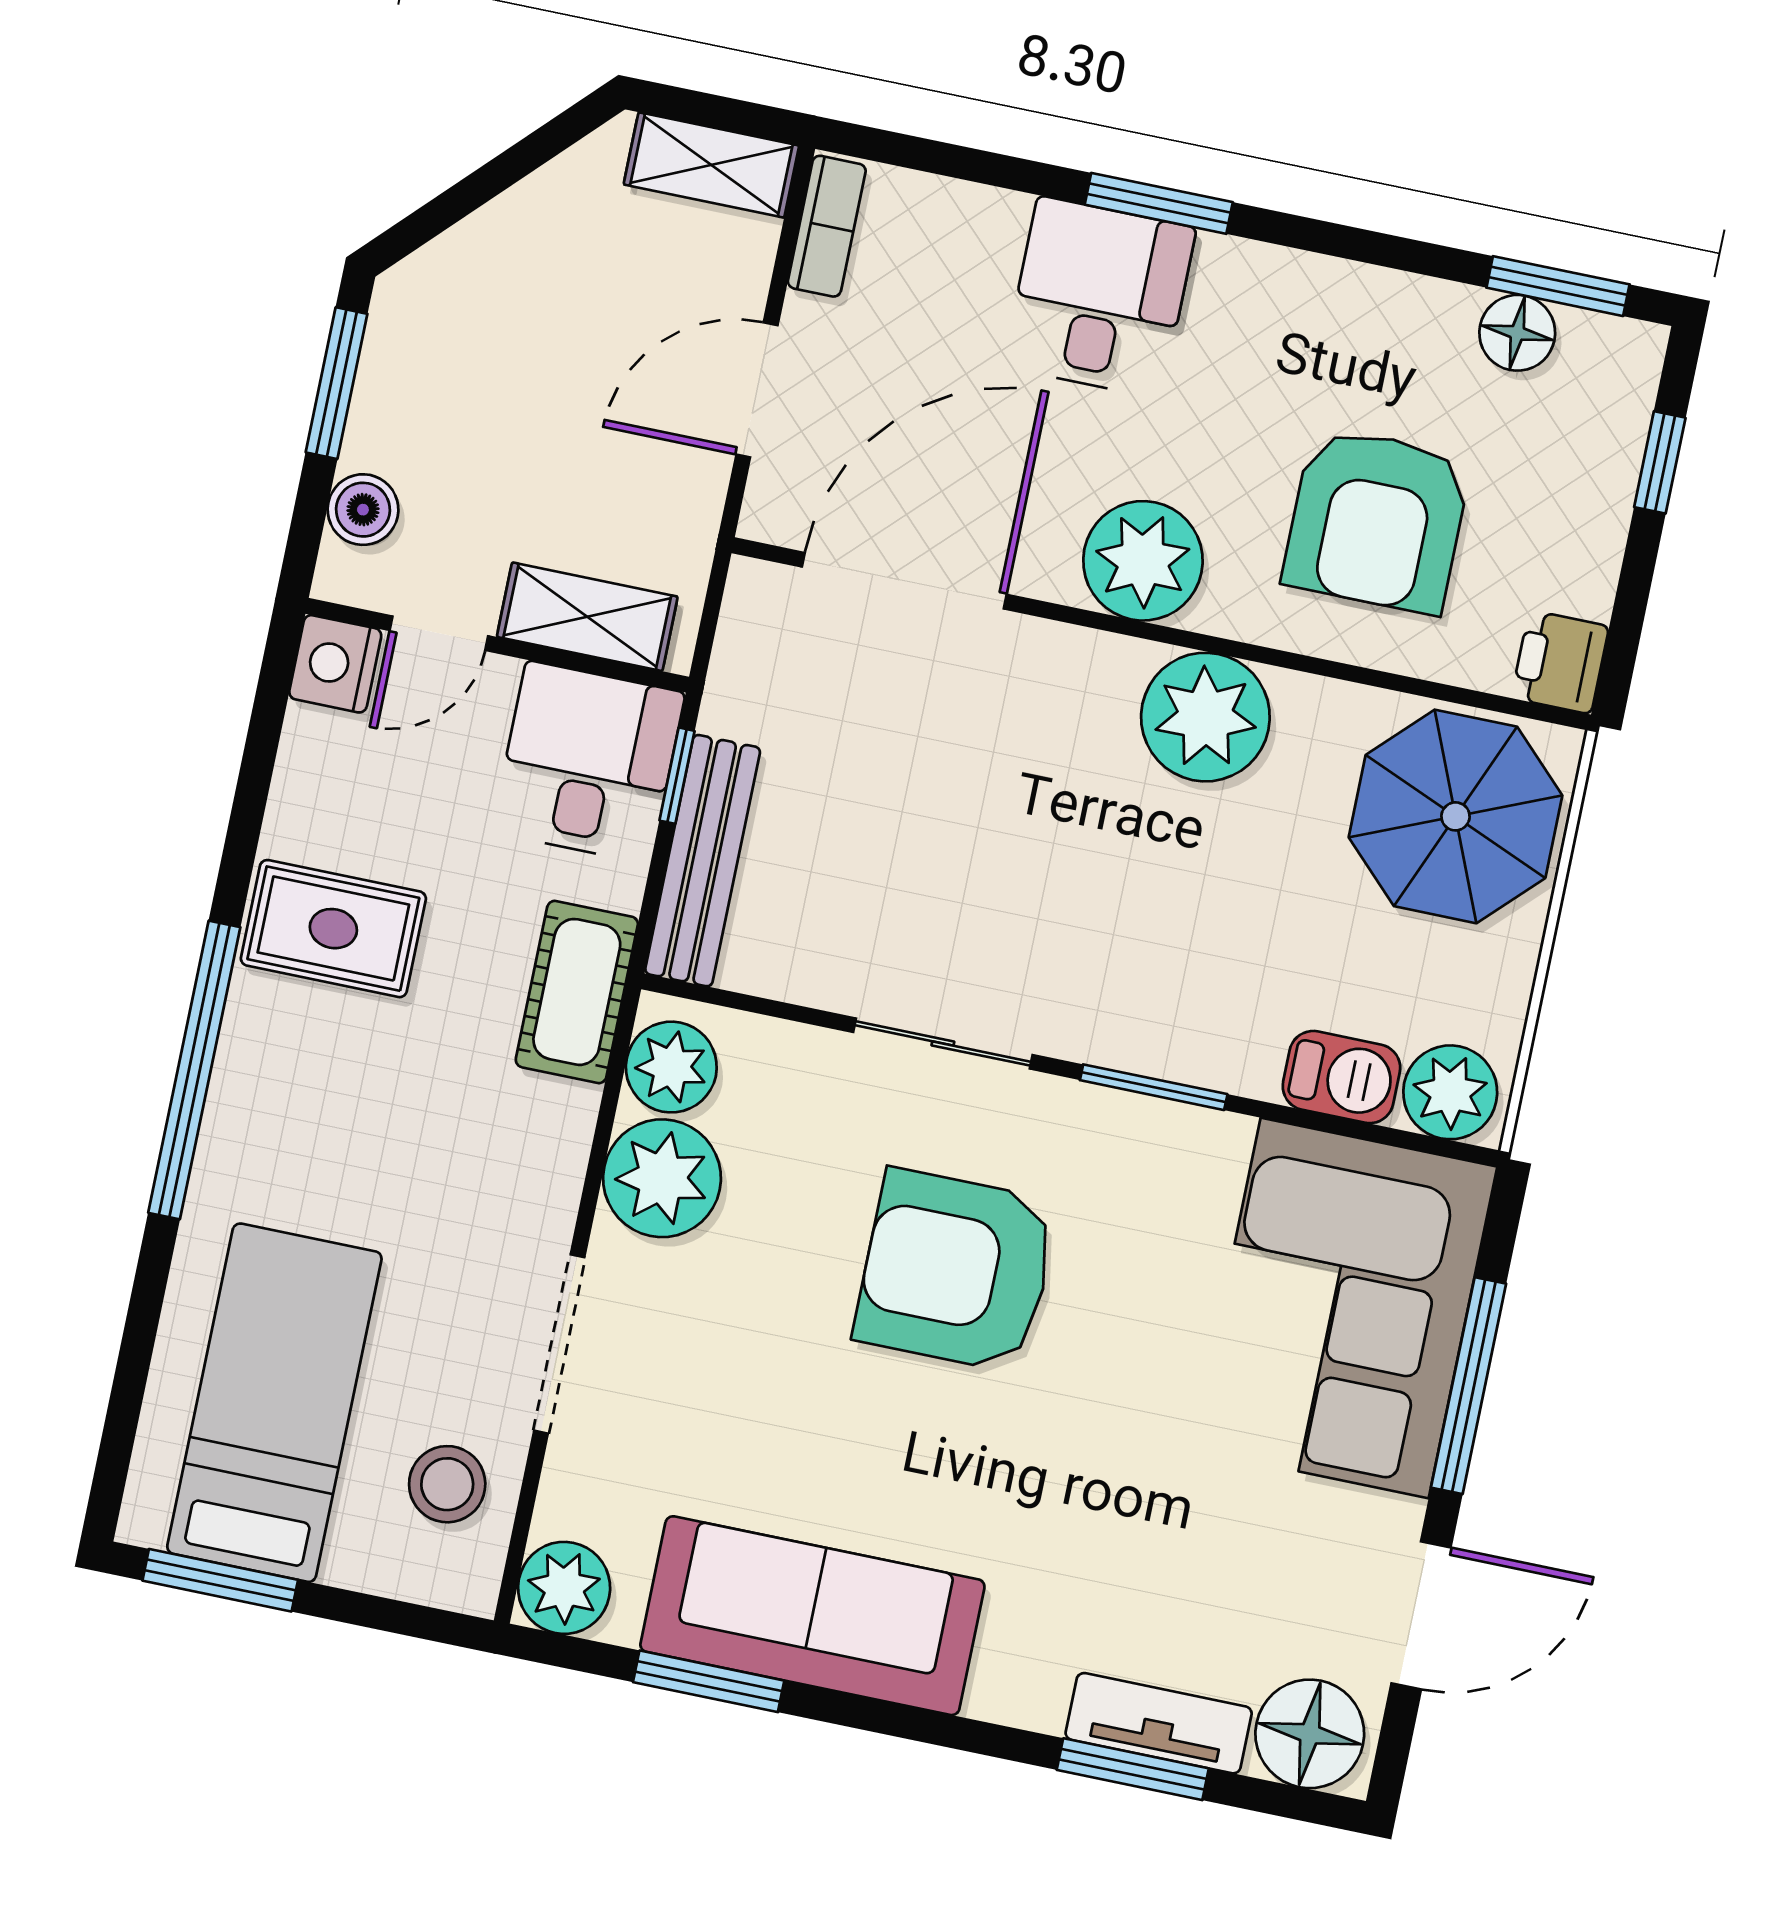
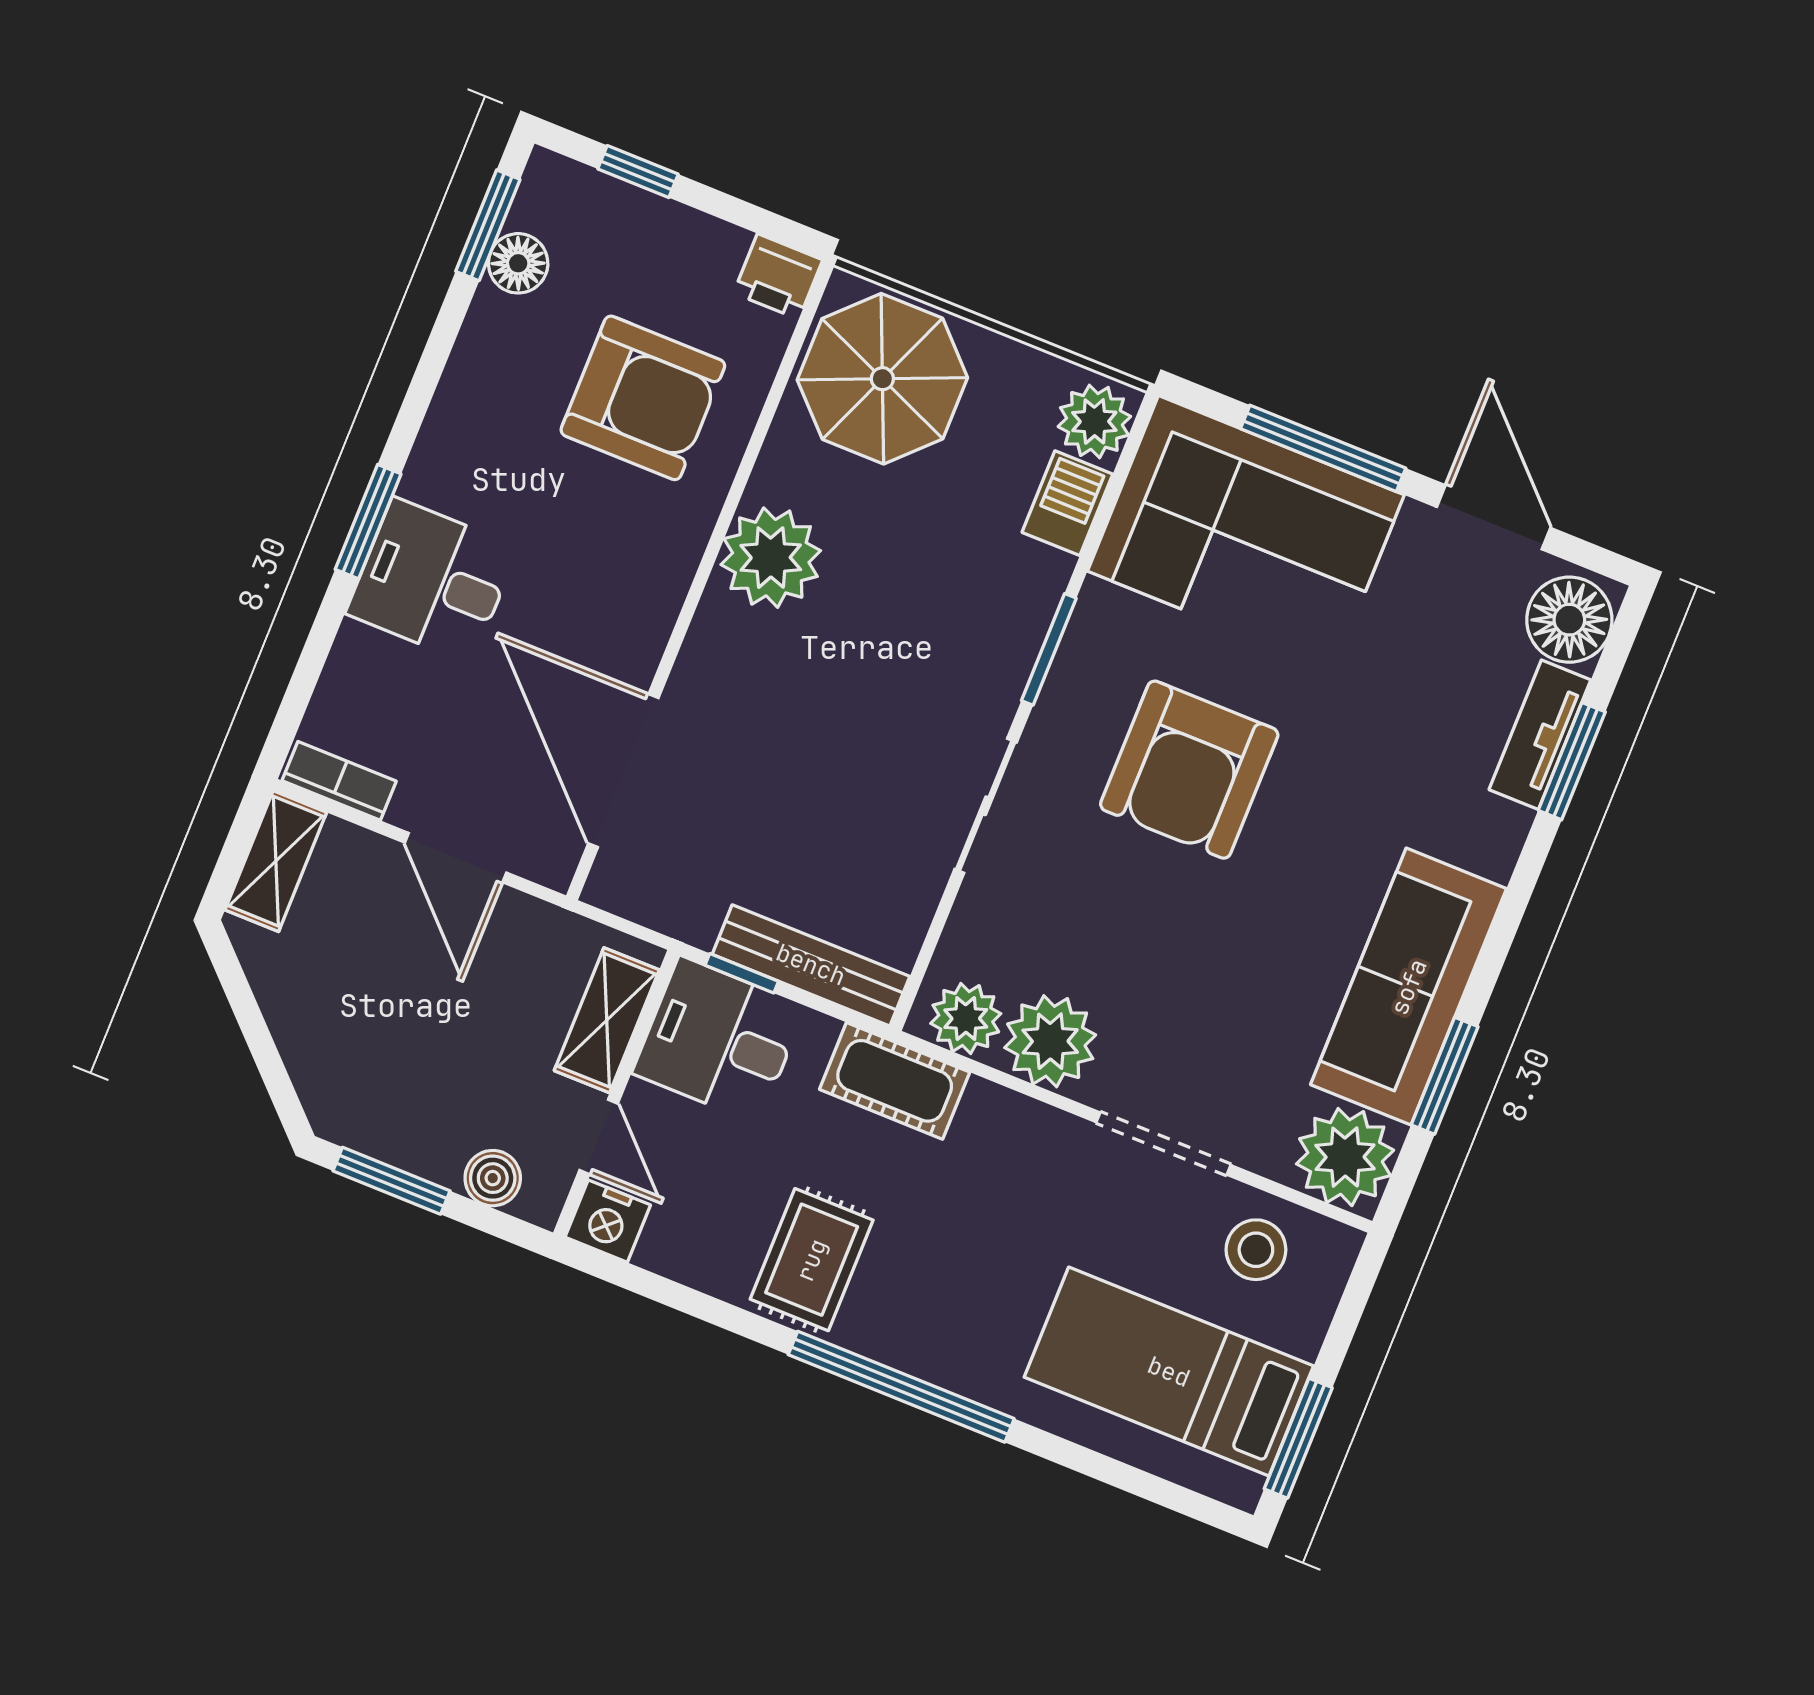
plant: (1143, 561) -> (641, 584), removed
armchair: (956, 1270) -> (1189, 770), moved
plant: (564, 1588) -> (1345, 1157), width x1.36, depth x1.36

